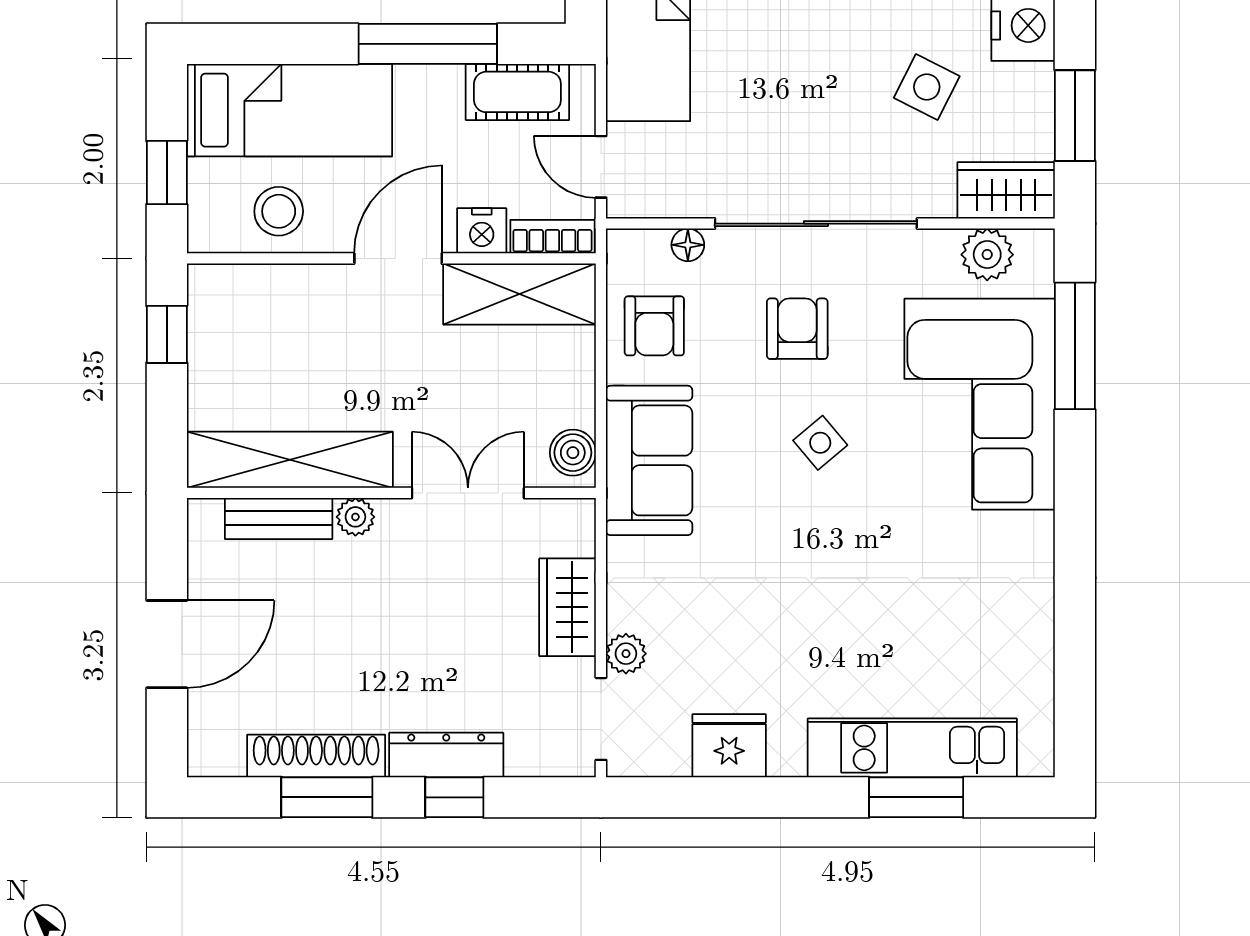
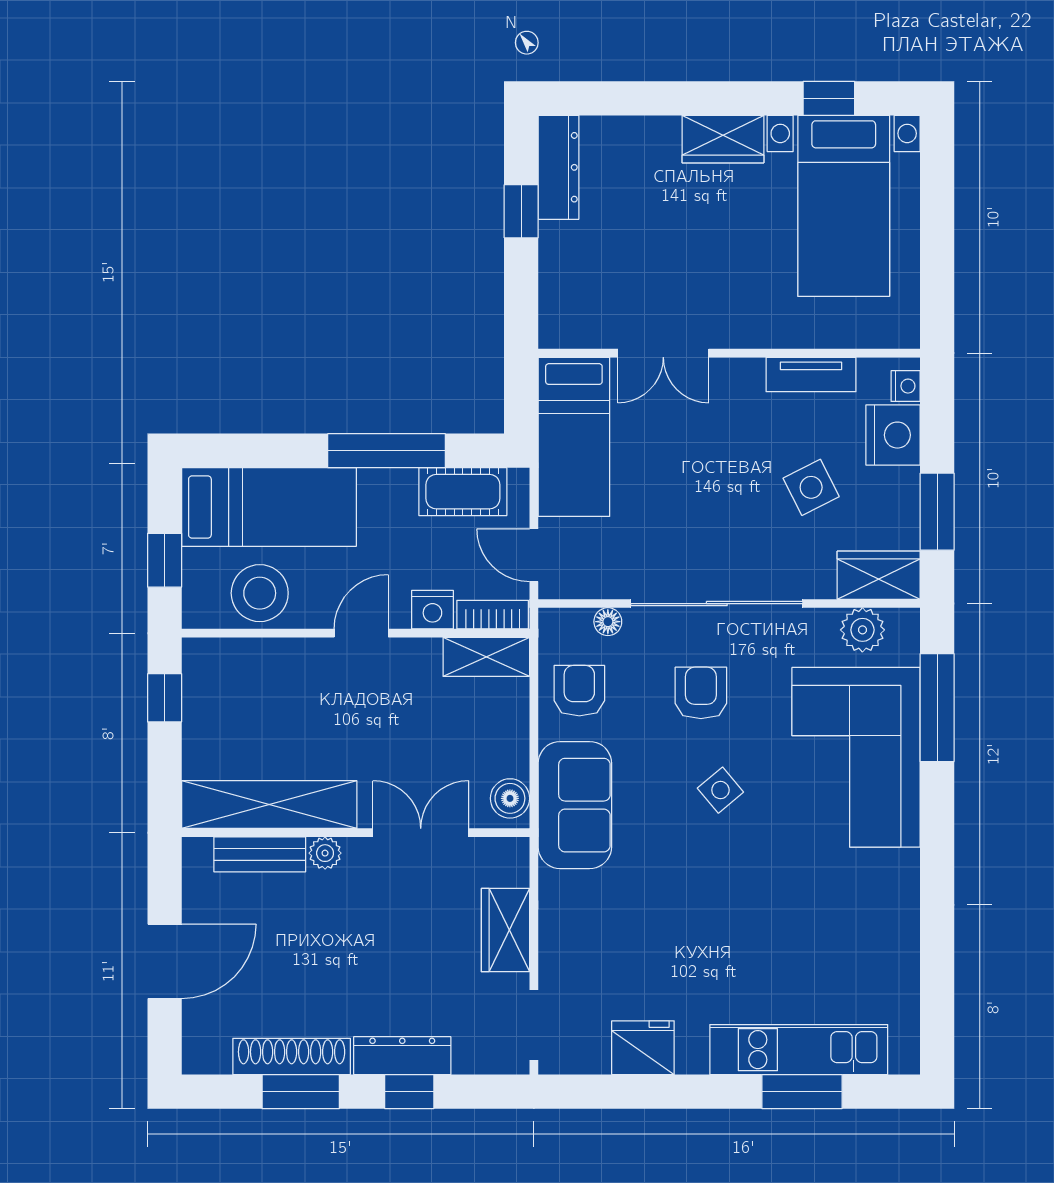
side table: (927, 87) -> (811, 487), turned 36
stool: (279, 211) -> (260, 593), width x1.38, depth x1.38
door: (398, 258) -> (361, 633), width x0.73
shelving: (520, 294) -> (486, 657), width x0.67, depth x0.75
armchair: (654, 326) -> (579, 691), turned 180
plant: (626, 654) -> (555, 969), removed

